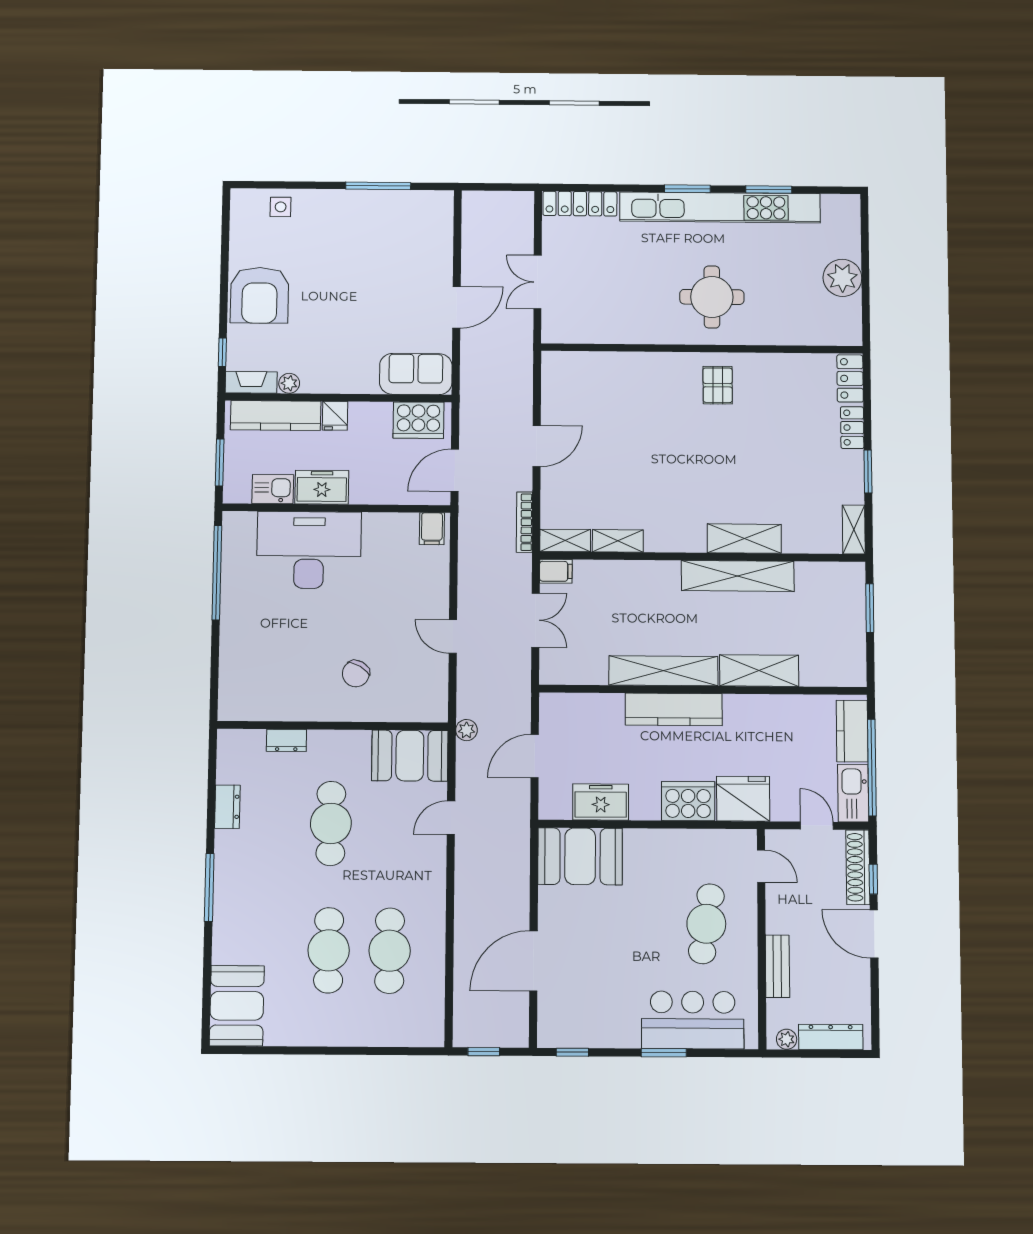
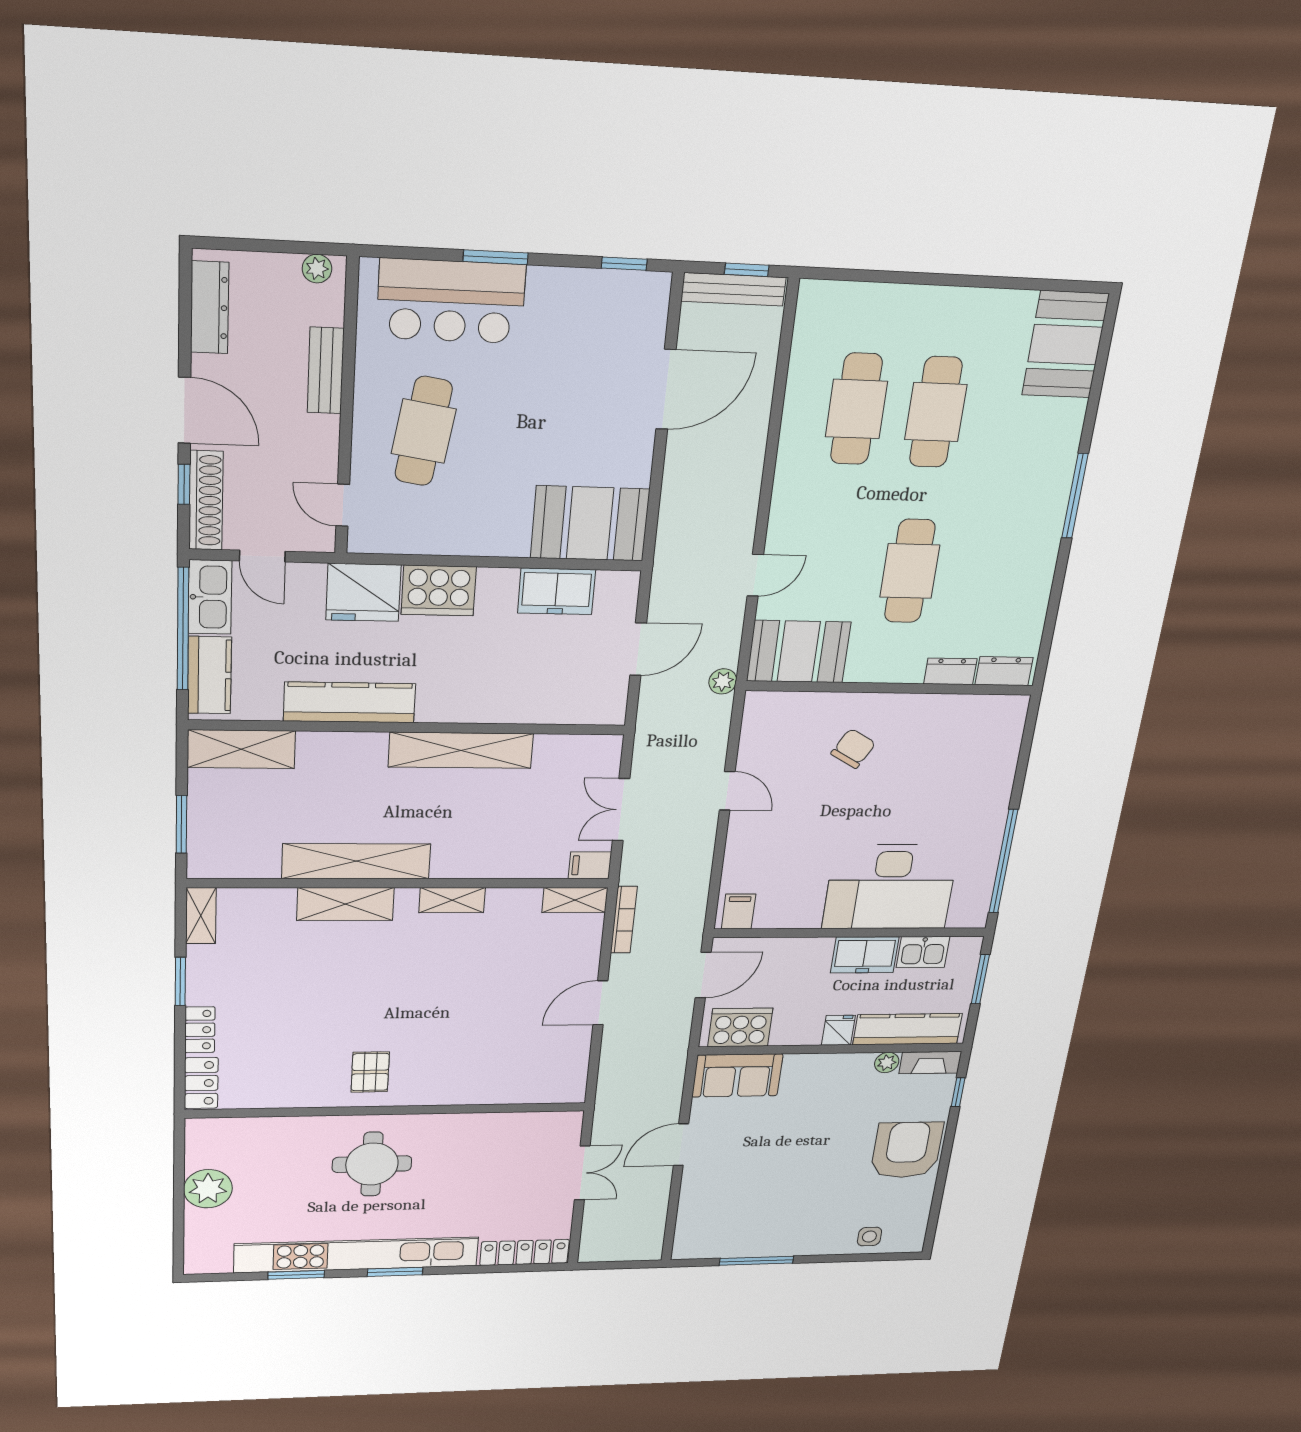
shelving: (618, 541) -> (452, 900), moved
shelving: (759, 671) -> (241, 749), moved
kitchen counter: (674, 709) -> (350, 702), moved
dresser: (227, 807) -> (1004, 671), moved, turned 90
bench: (492, 1037) -> (734, 289), added
dresser: (831, 1037) -> (210, 308), moved, turned -90

